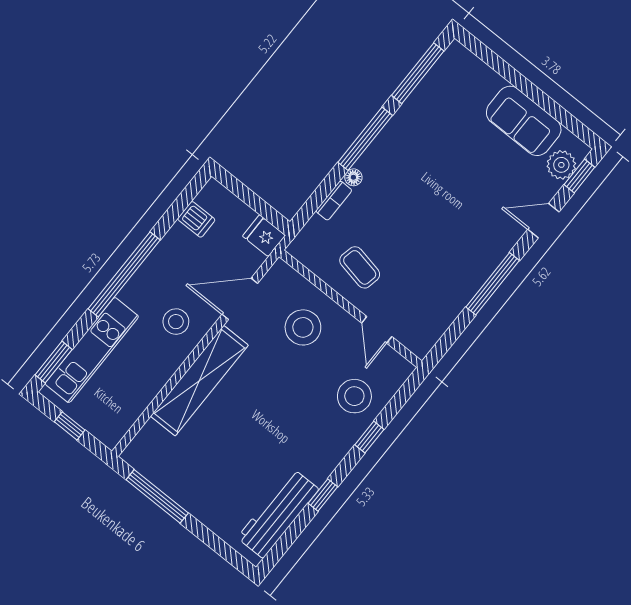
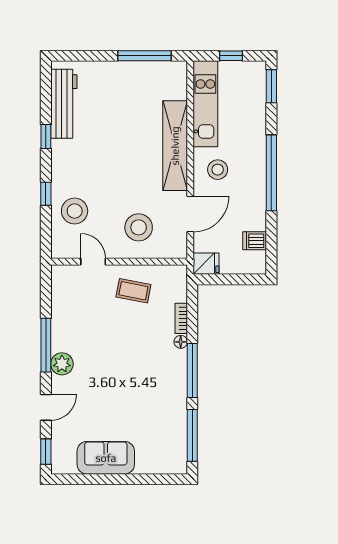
plant: (561, 165) -> (62, 364), moved
kitchen unit: (92, 350) -> (205, 104), moved, turned 180

